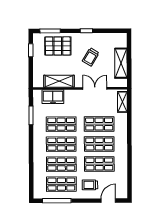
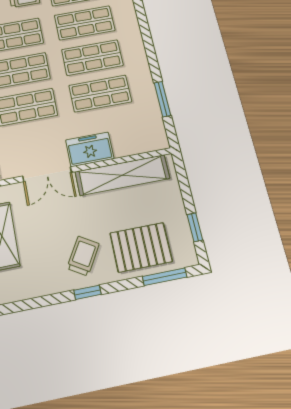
trolley: (91, 57) -> (83, 256), moved
shelving: (59, 81) -> (122, 175), width x1.47
freezer: (53, 97) -> (90, 149), moved

